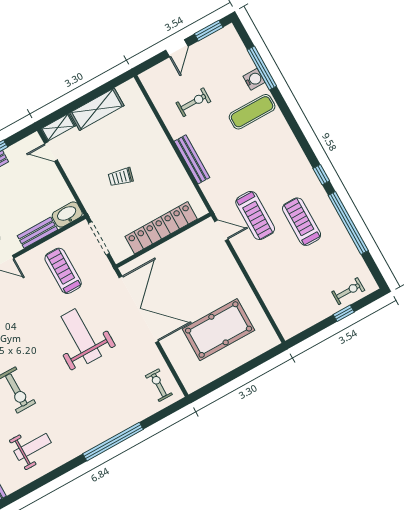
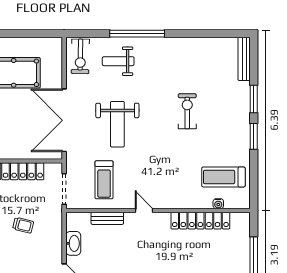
washbasin: (67, 215) -> (73, 243), moved, turned -90
exercise bike: (159, 385) -> (80, 56), width x1.38, depth x1.39
weight bench: (33, 447) -> (118, 61), moved

